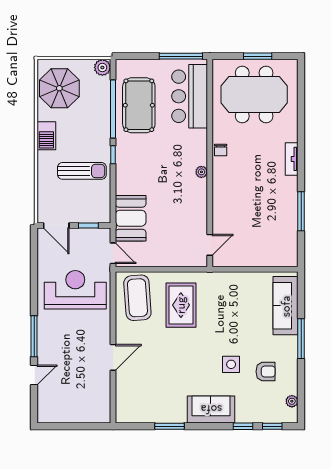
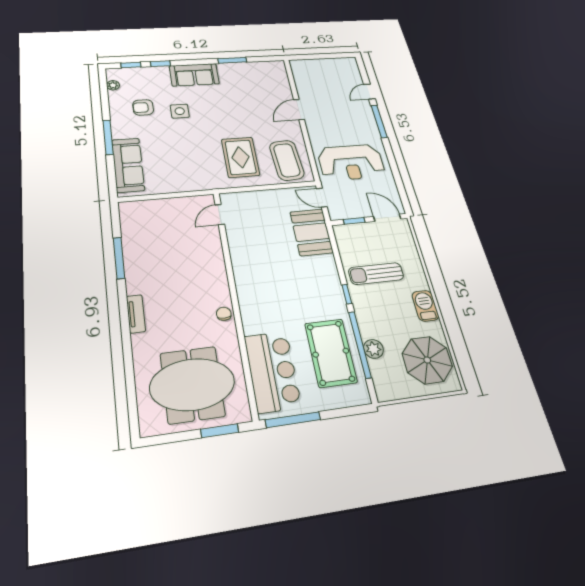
window: (258, 56) -> (220, 431), moved
plant: (102, 67) -> (373, 349), moved
plant: (201, 172) -> (242, 287), removed

